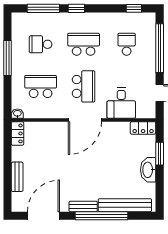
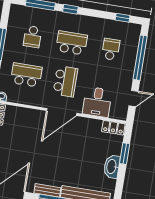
school desk: (41, 44) -> (32, 37), turned -90

